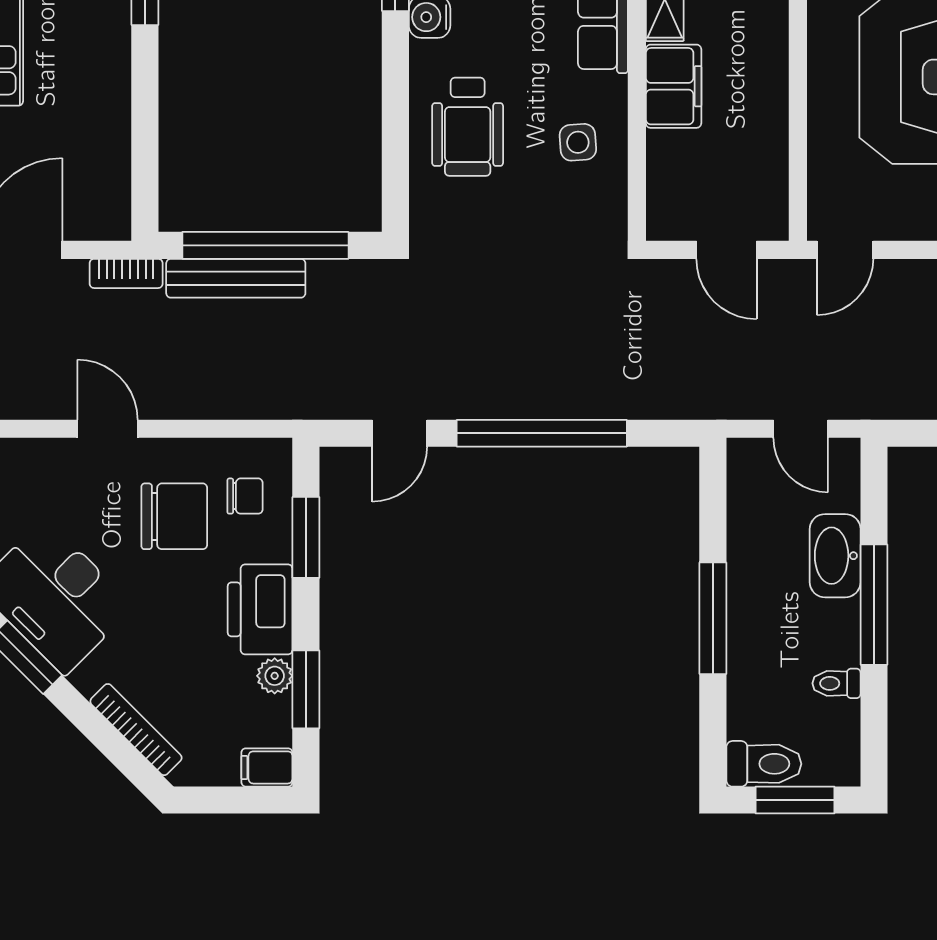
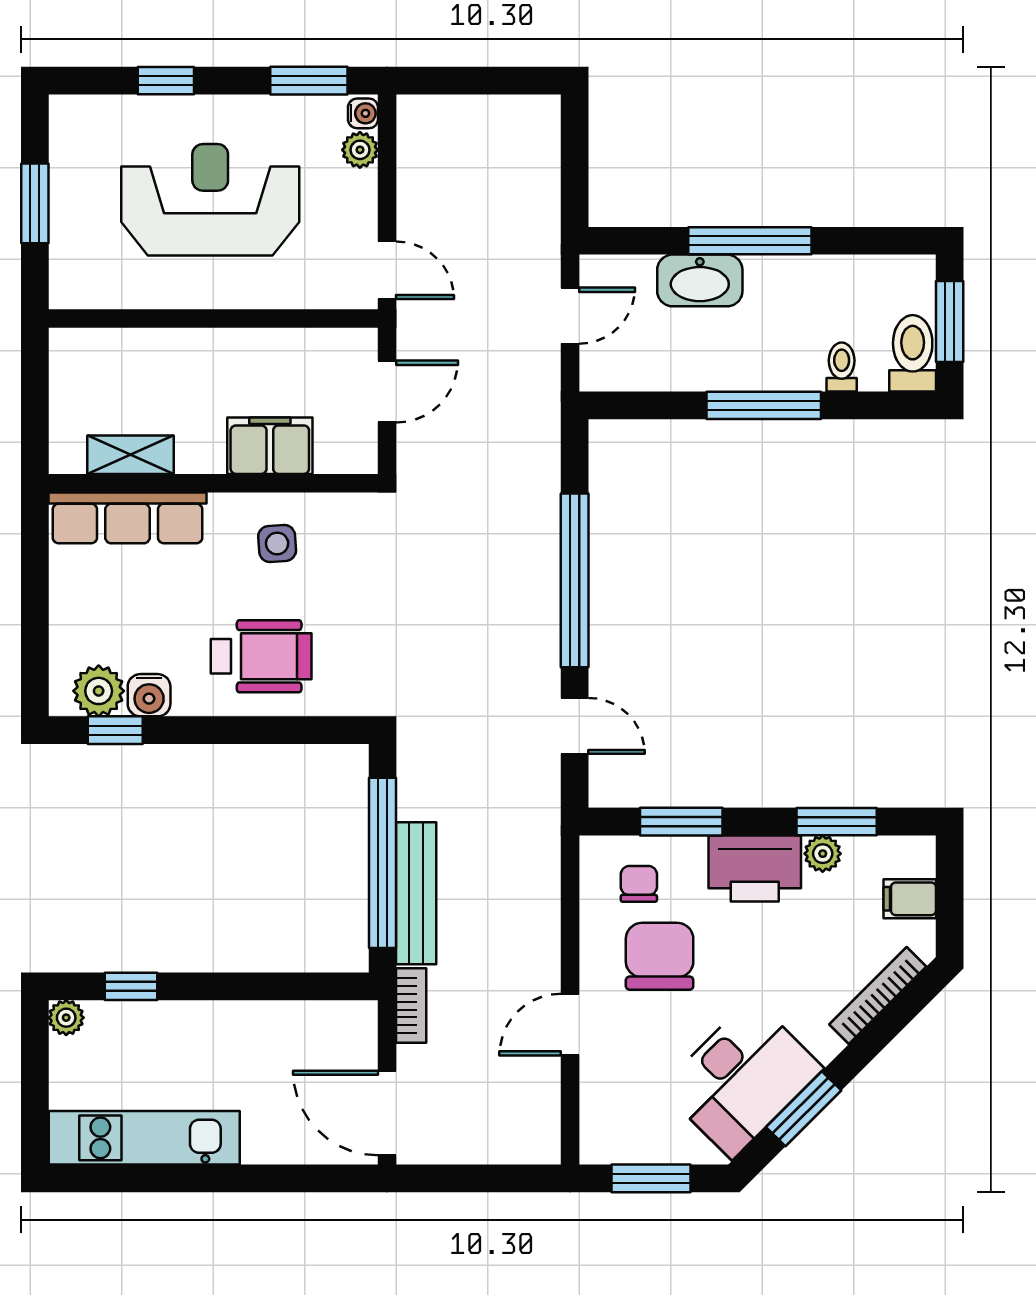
filing cabinet: (674, 86) -> (270, 446), moved
toilet: (836, 683) -> (842, 367), moved, turned 180
filing cabinet: (267, 767) -> (910, 899), moved, turned 90

